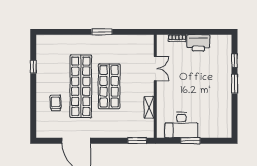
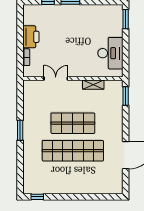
window: (33, 67) -> (37, 197), moved
trolley: (56, 103) -> (89, 175), removed
window: (190, 141) -> (126, 19), moved

